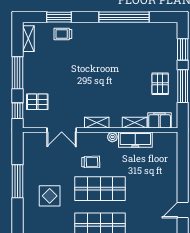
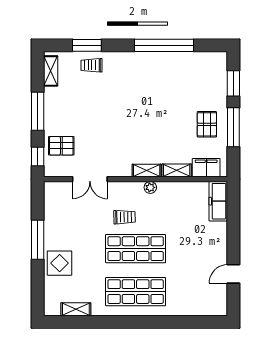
shelving: (97, 123) -> (147, 170), moved
freezer: (135, 140) -> (218, 201), moved, turned 90
display table: (50, 196) -> (60, 263), moved

